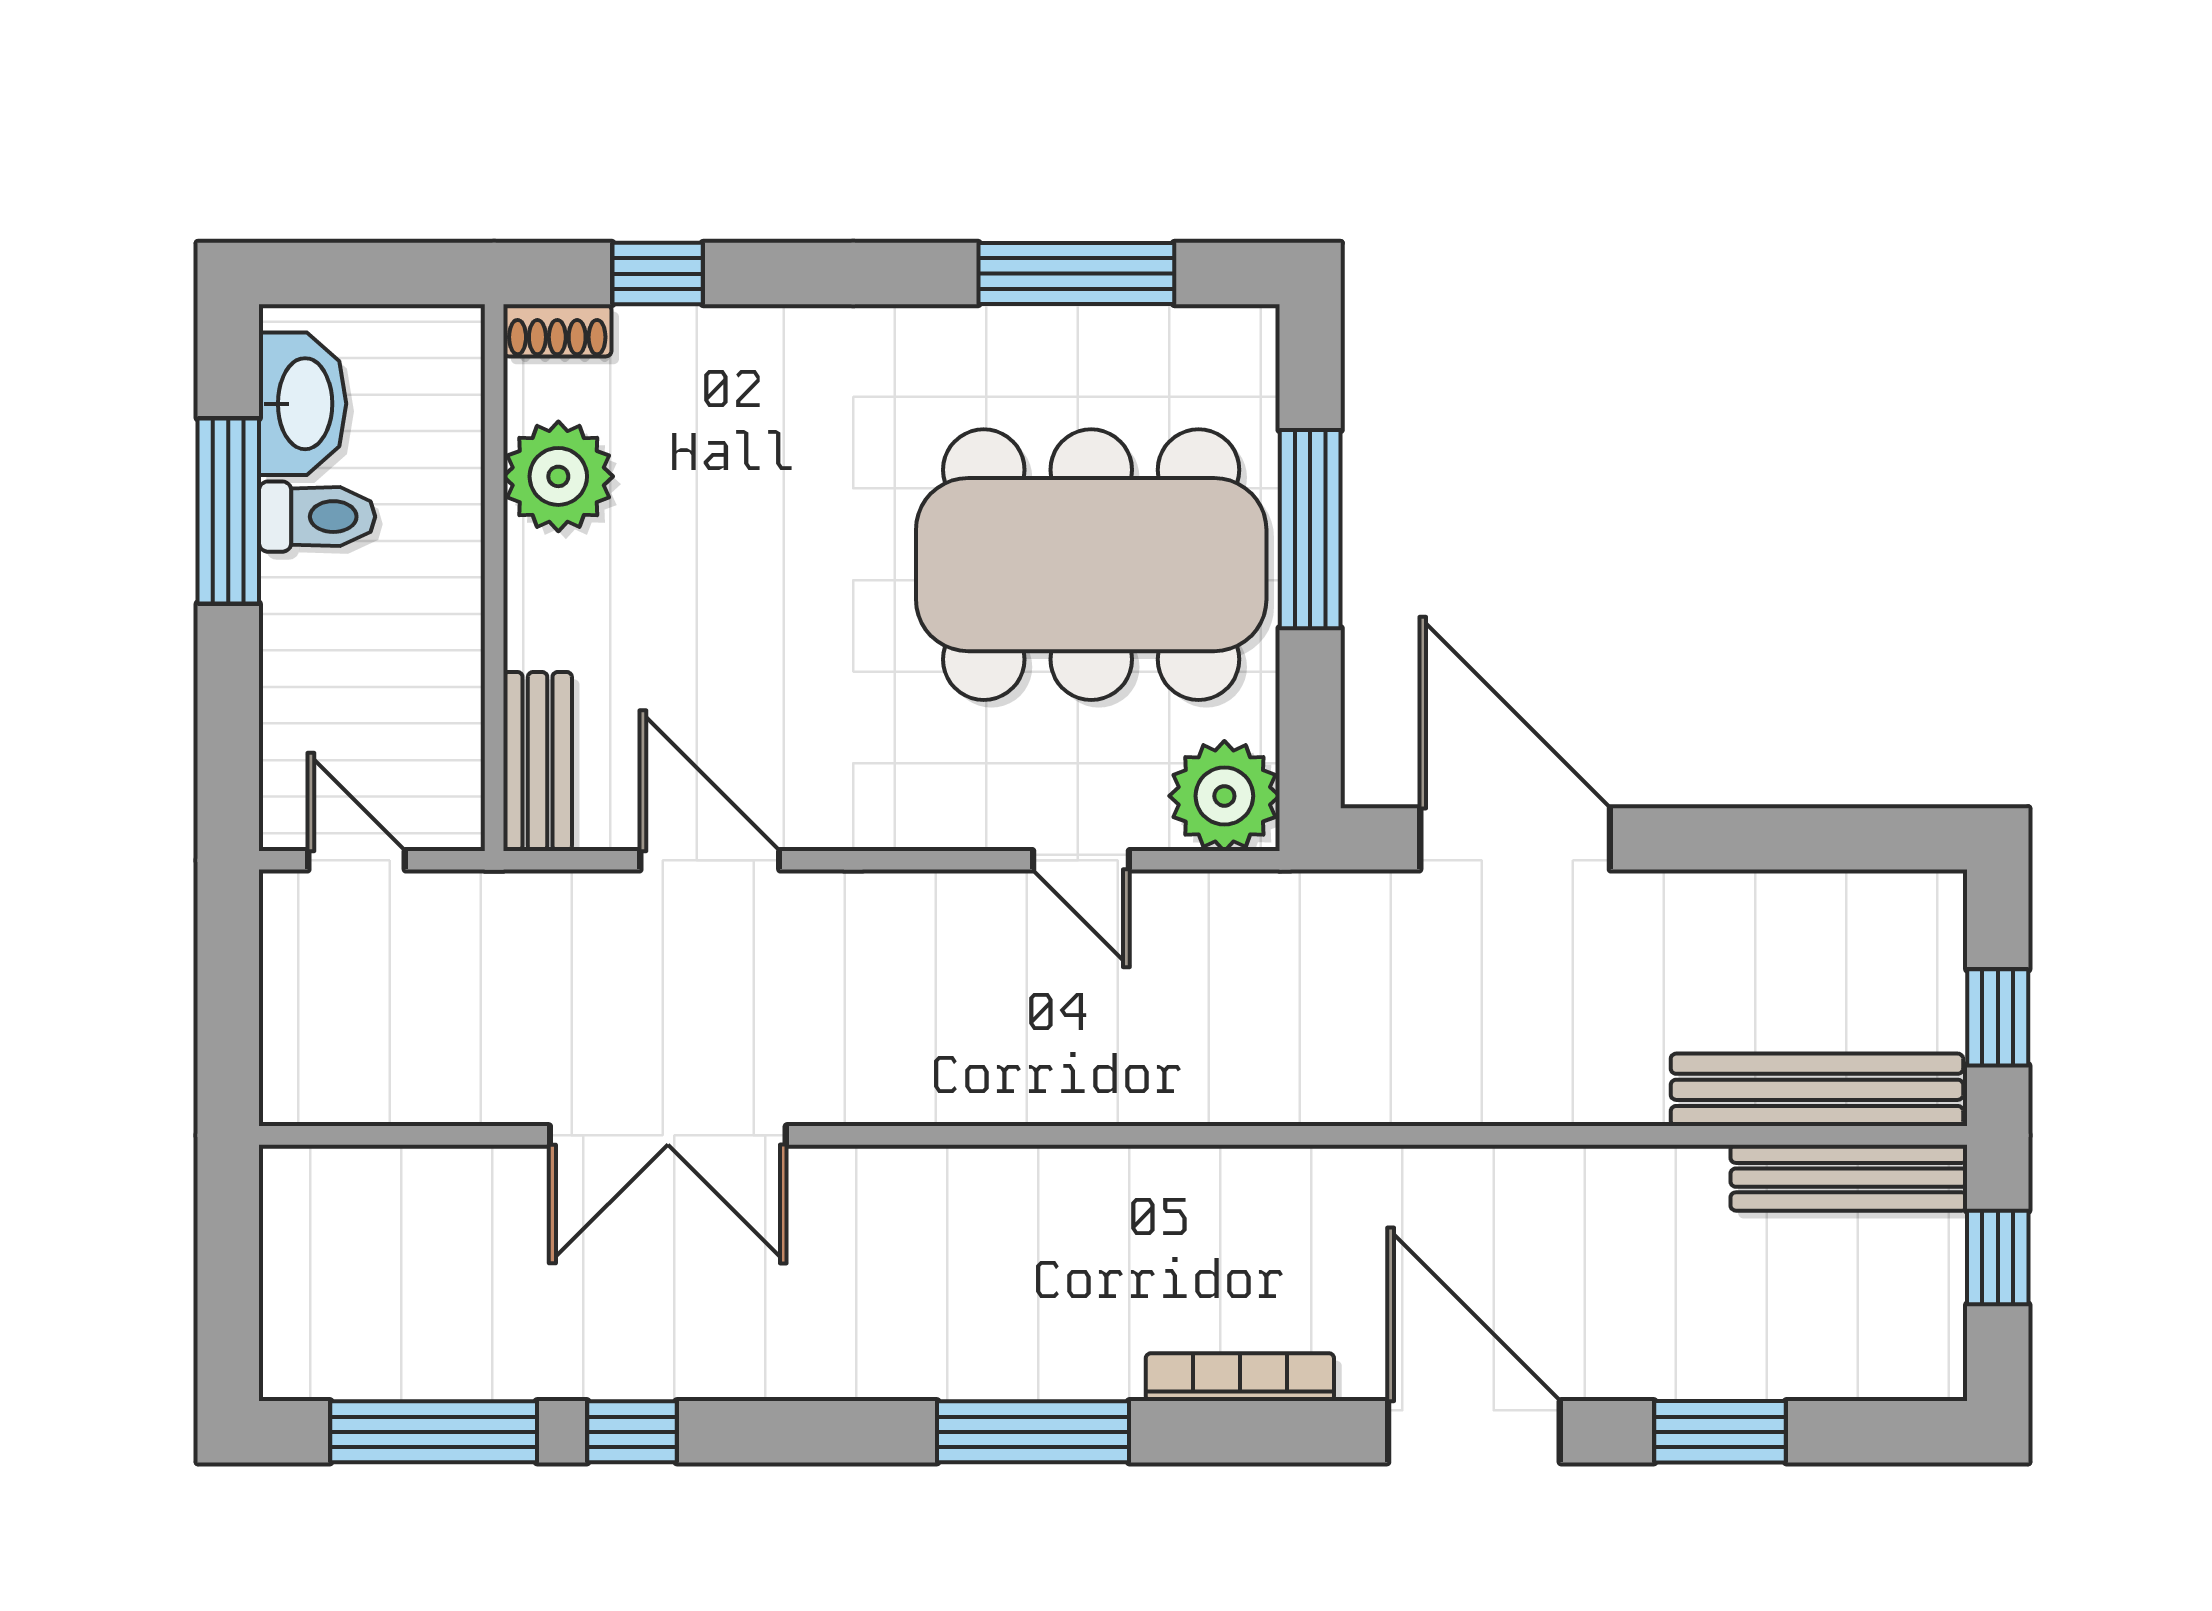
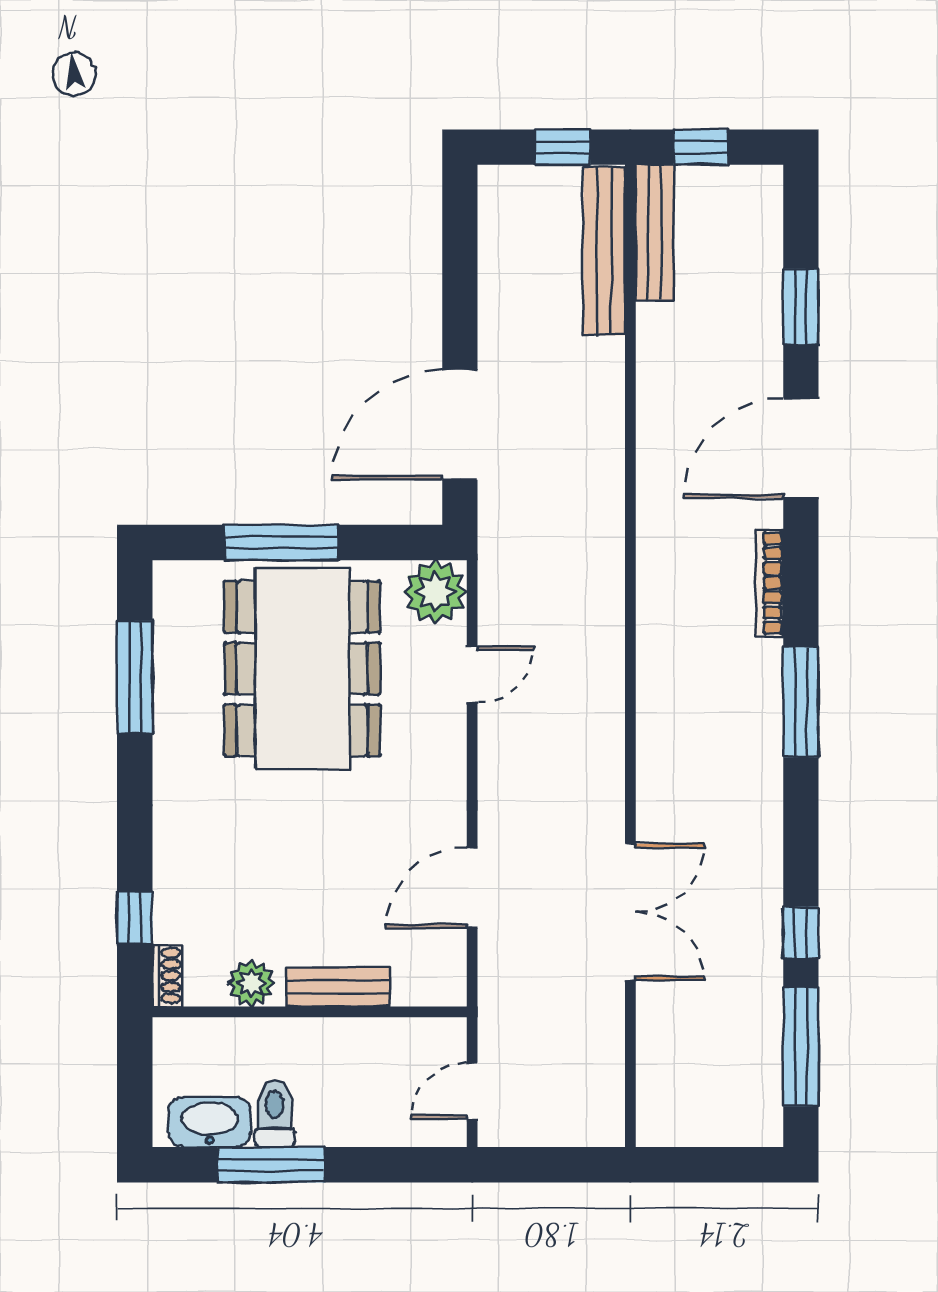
plant: (558, 476) -> (251, 983), width x0.73, depth x0.73
bench: (538, 761) -> (338, 987), moved

